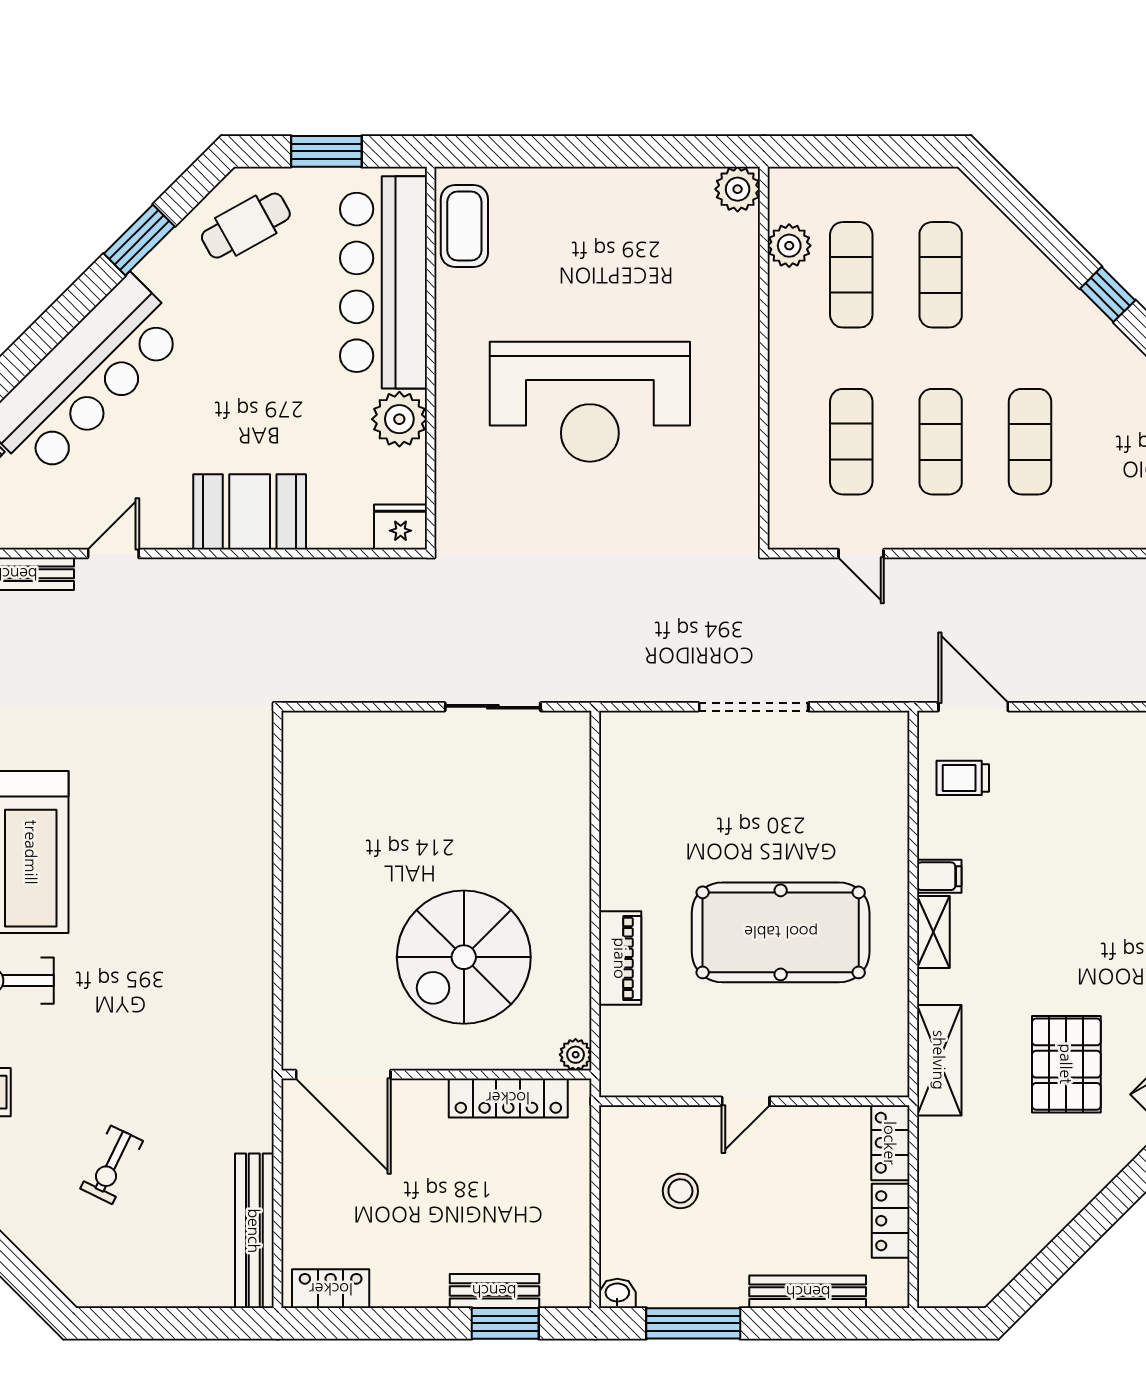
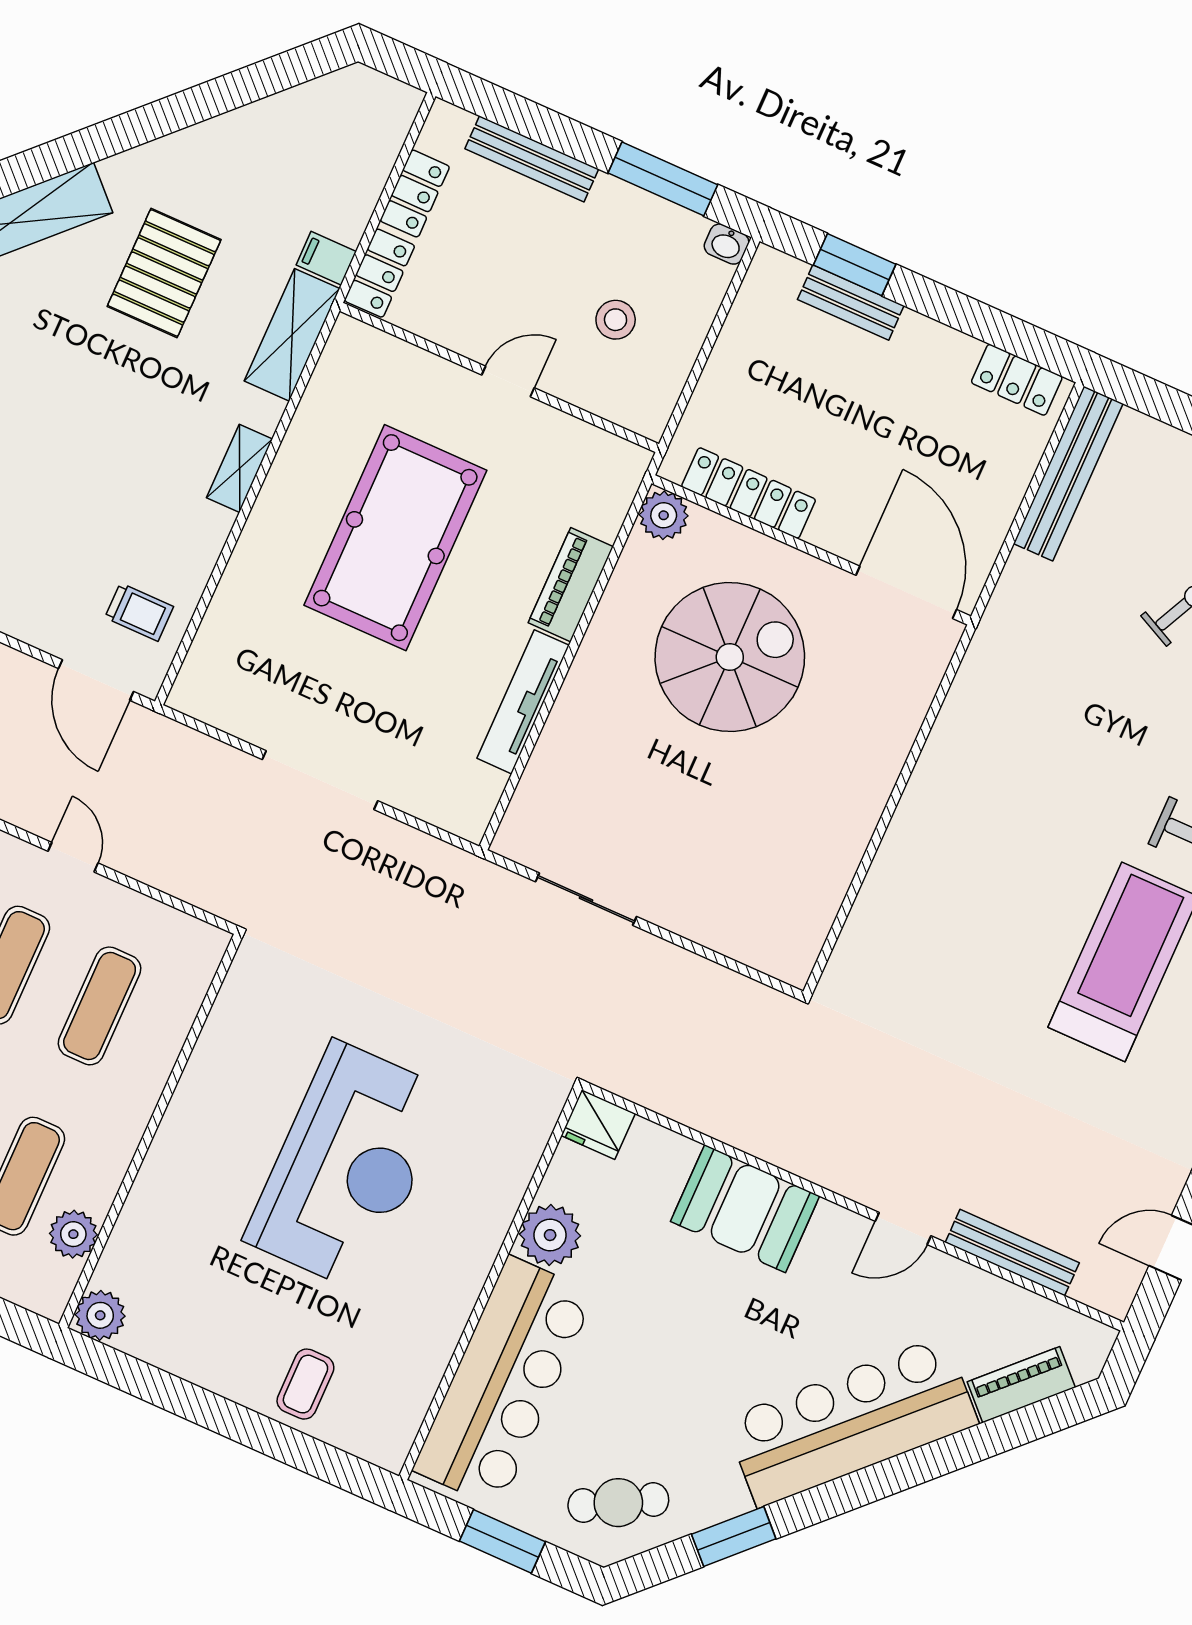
coffee table: (464, 226) -> (305, 1384), moved, width x0.73, depth x0.77
reception desk: (590, 402) -> (348, 1166), turned 90
door: (861, 554) -> (73, 857), moved
tv unit: (616, 845) -> (523, 702), added
filing cabinet: (939, 876) -> (326, 258), moved
pool table: (781, 932) -> (395, 538), turned 90
plant: (576, 1055) -> (664, 515), width x1.38, depth x1.38

